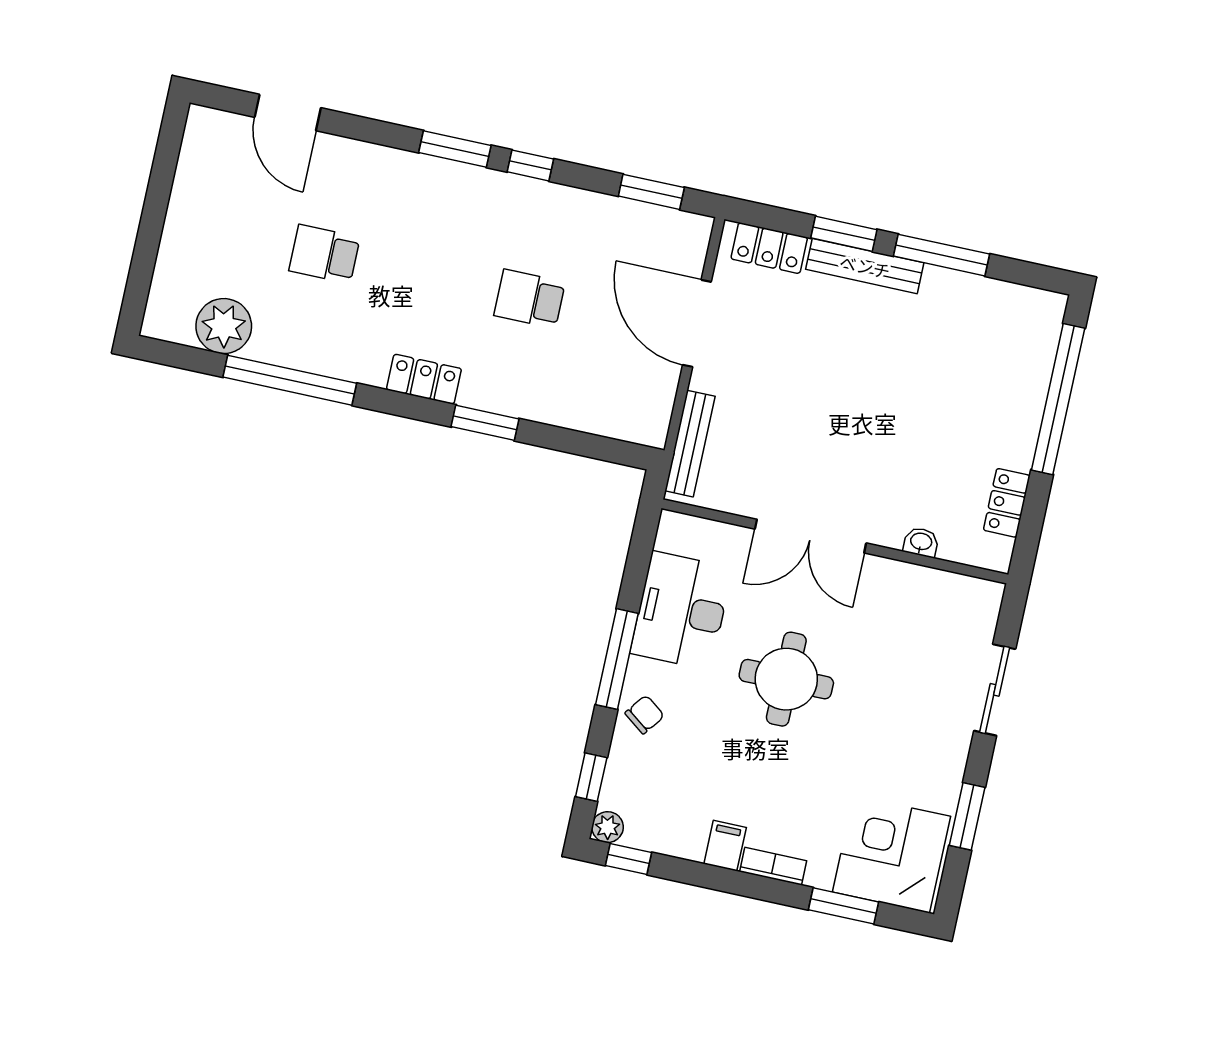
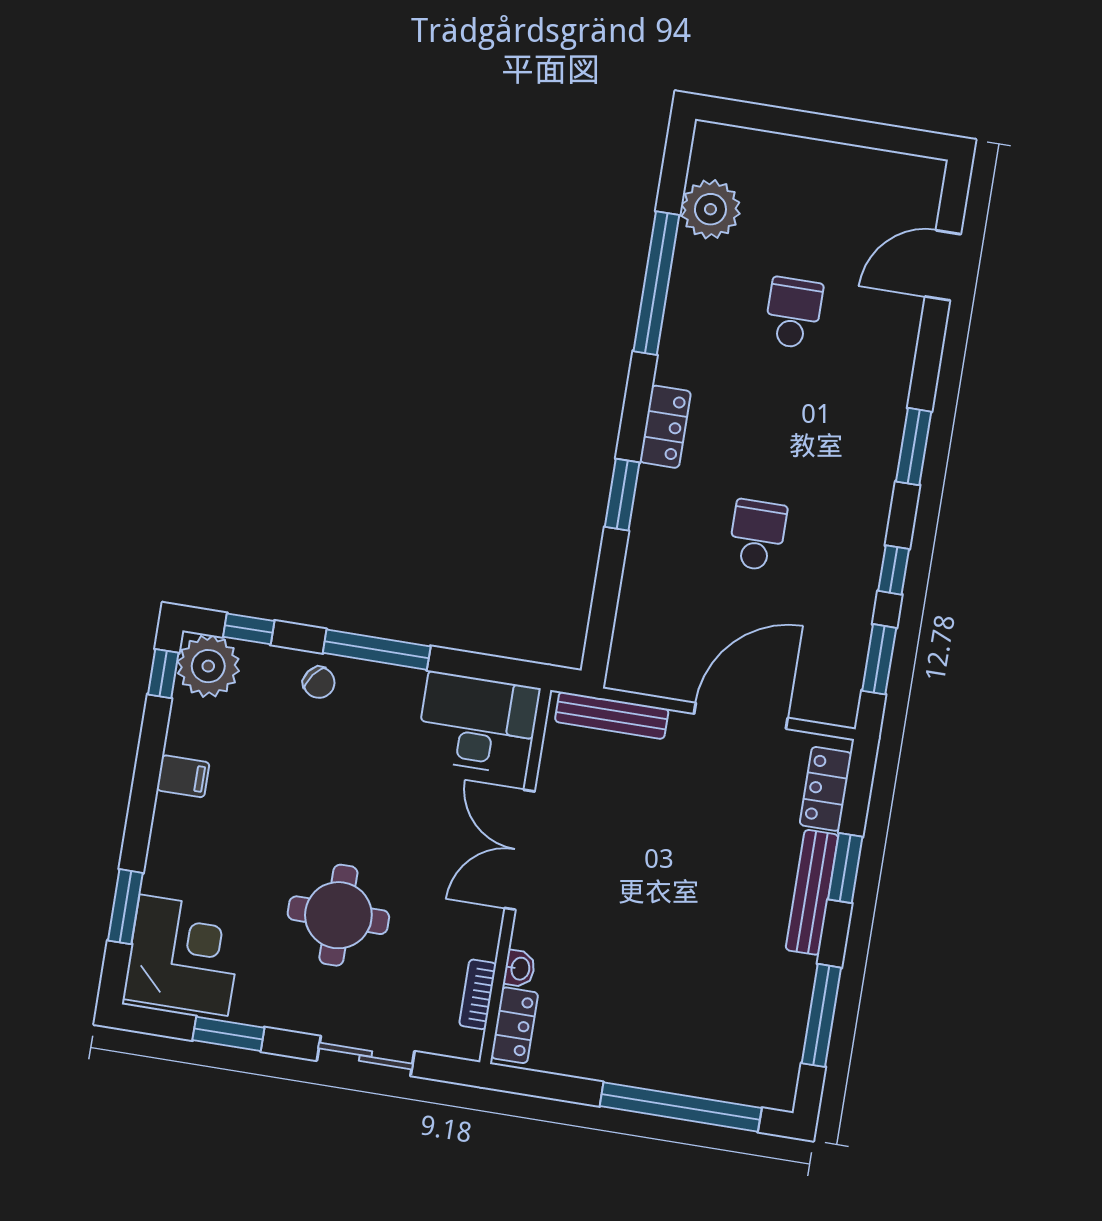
window: (530, 165) -> (894, 570), moved
window: (942, 255) -> (821, 1015), moved
locker: (1007, 503) -> (515, 1025), moved, turned 90
desk: (681, 611) -> (478, 723), moved
round table: (786, 679) -> (338, 915), moved
plant: (608, 827) -> (208, 666), width x1.88, depth x1.88
bookcase: (773, 866) -> (478, 994), moved, turned 180

